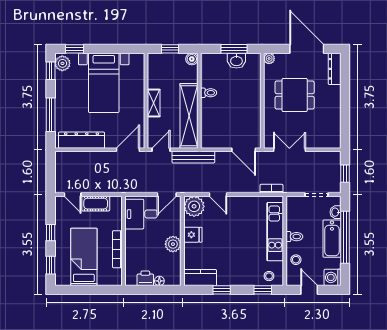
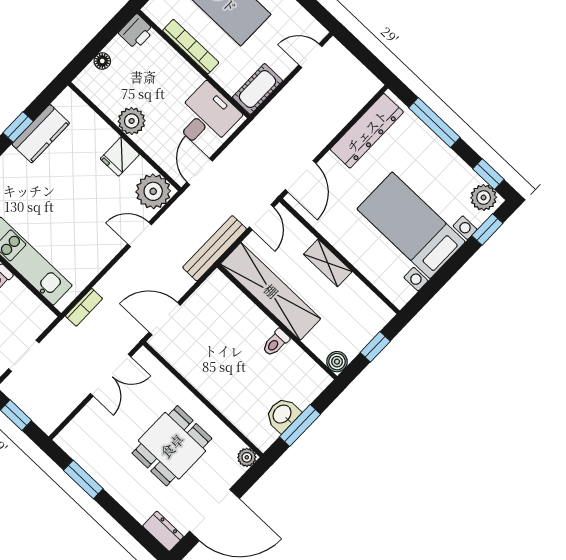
dresser: (335, 69) -> (163, 531), width x0.70
window: (345, 119) -> (83, 480), added
cot: (96, 204) -> (258, 89), moved
printer: (145, 278) -> (136, 32), moved
kitchen counter: (200, 278) -> (41, 134), moved

